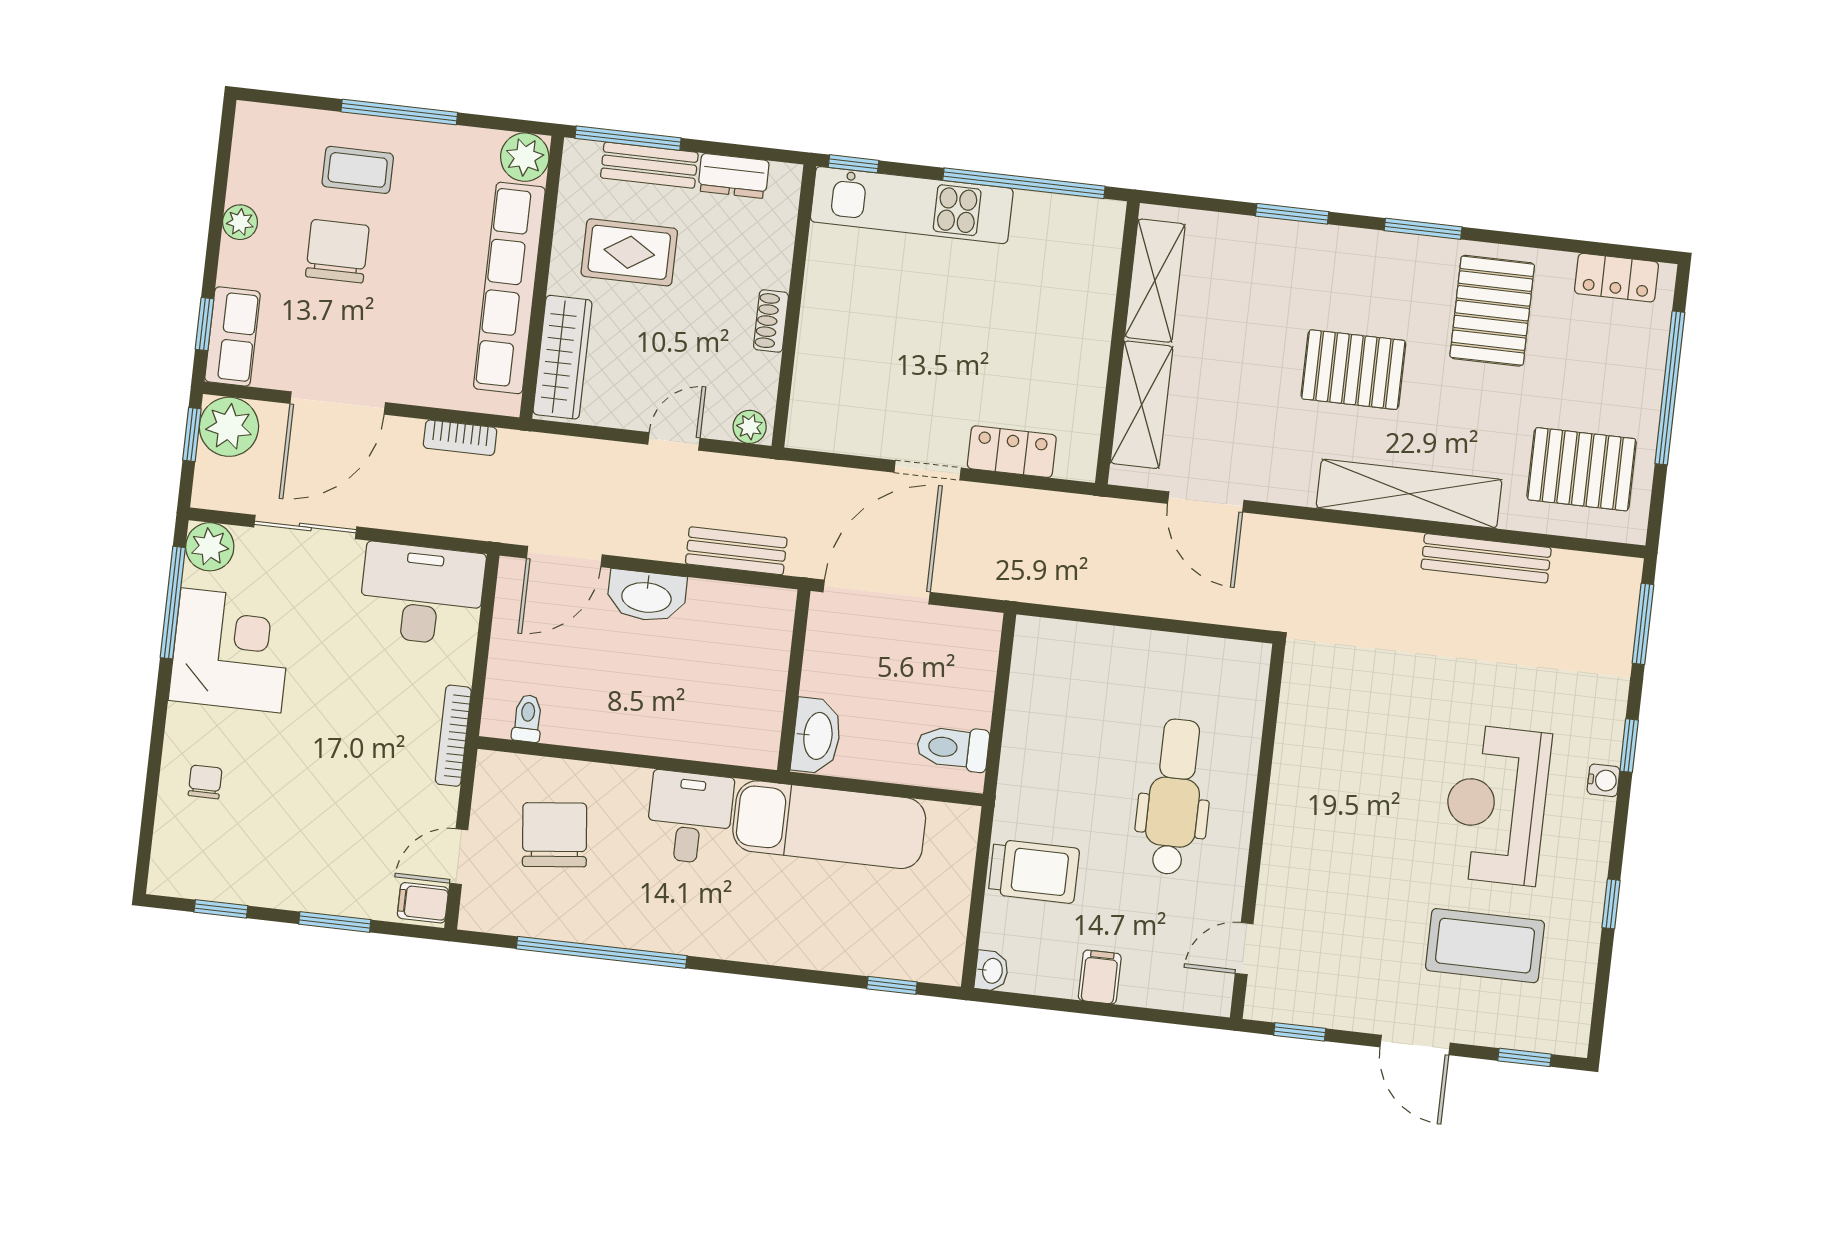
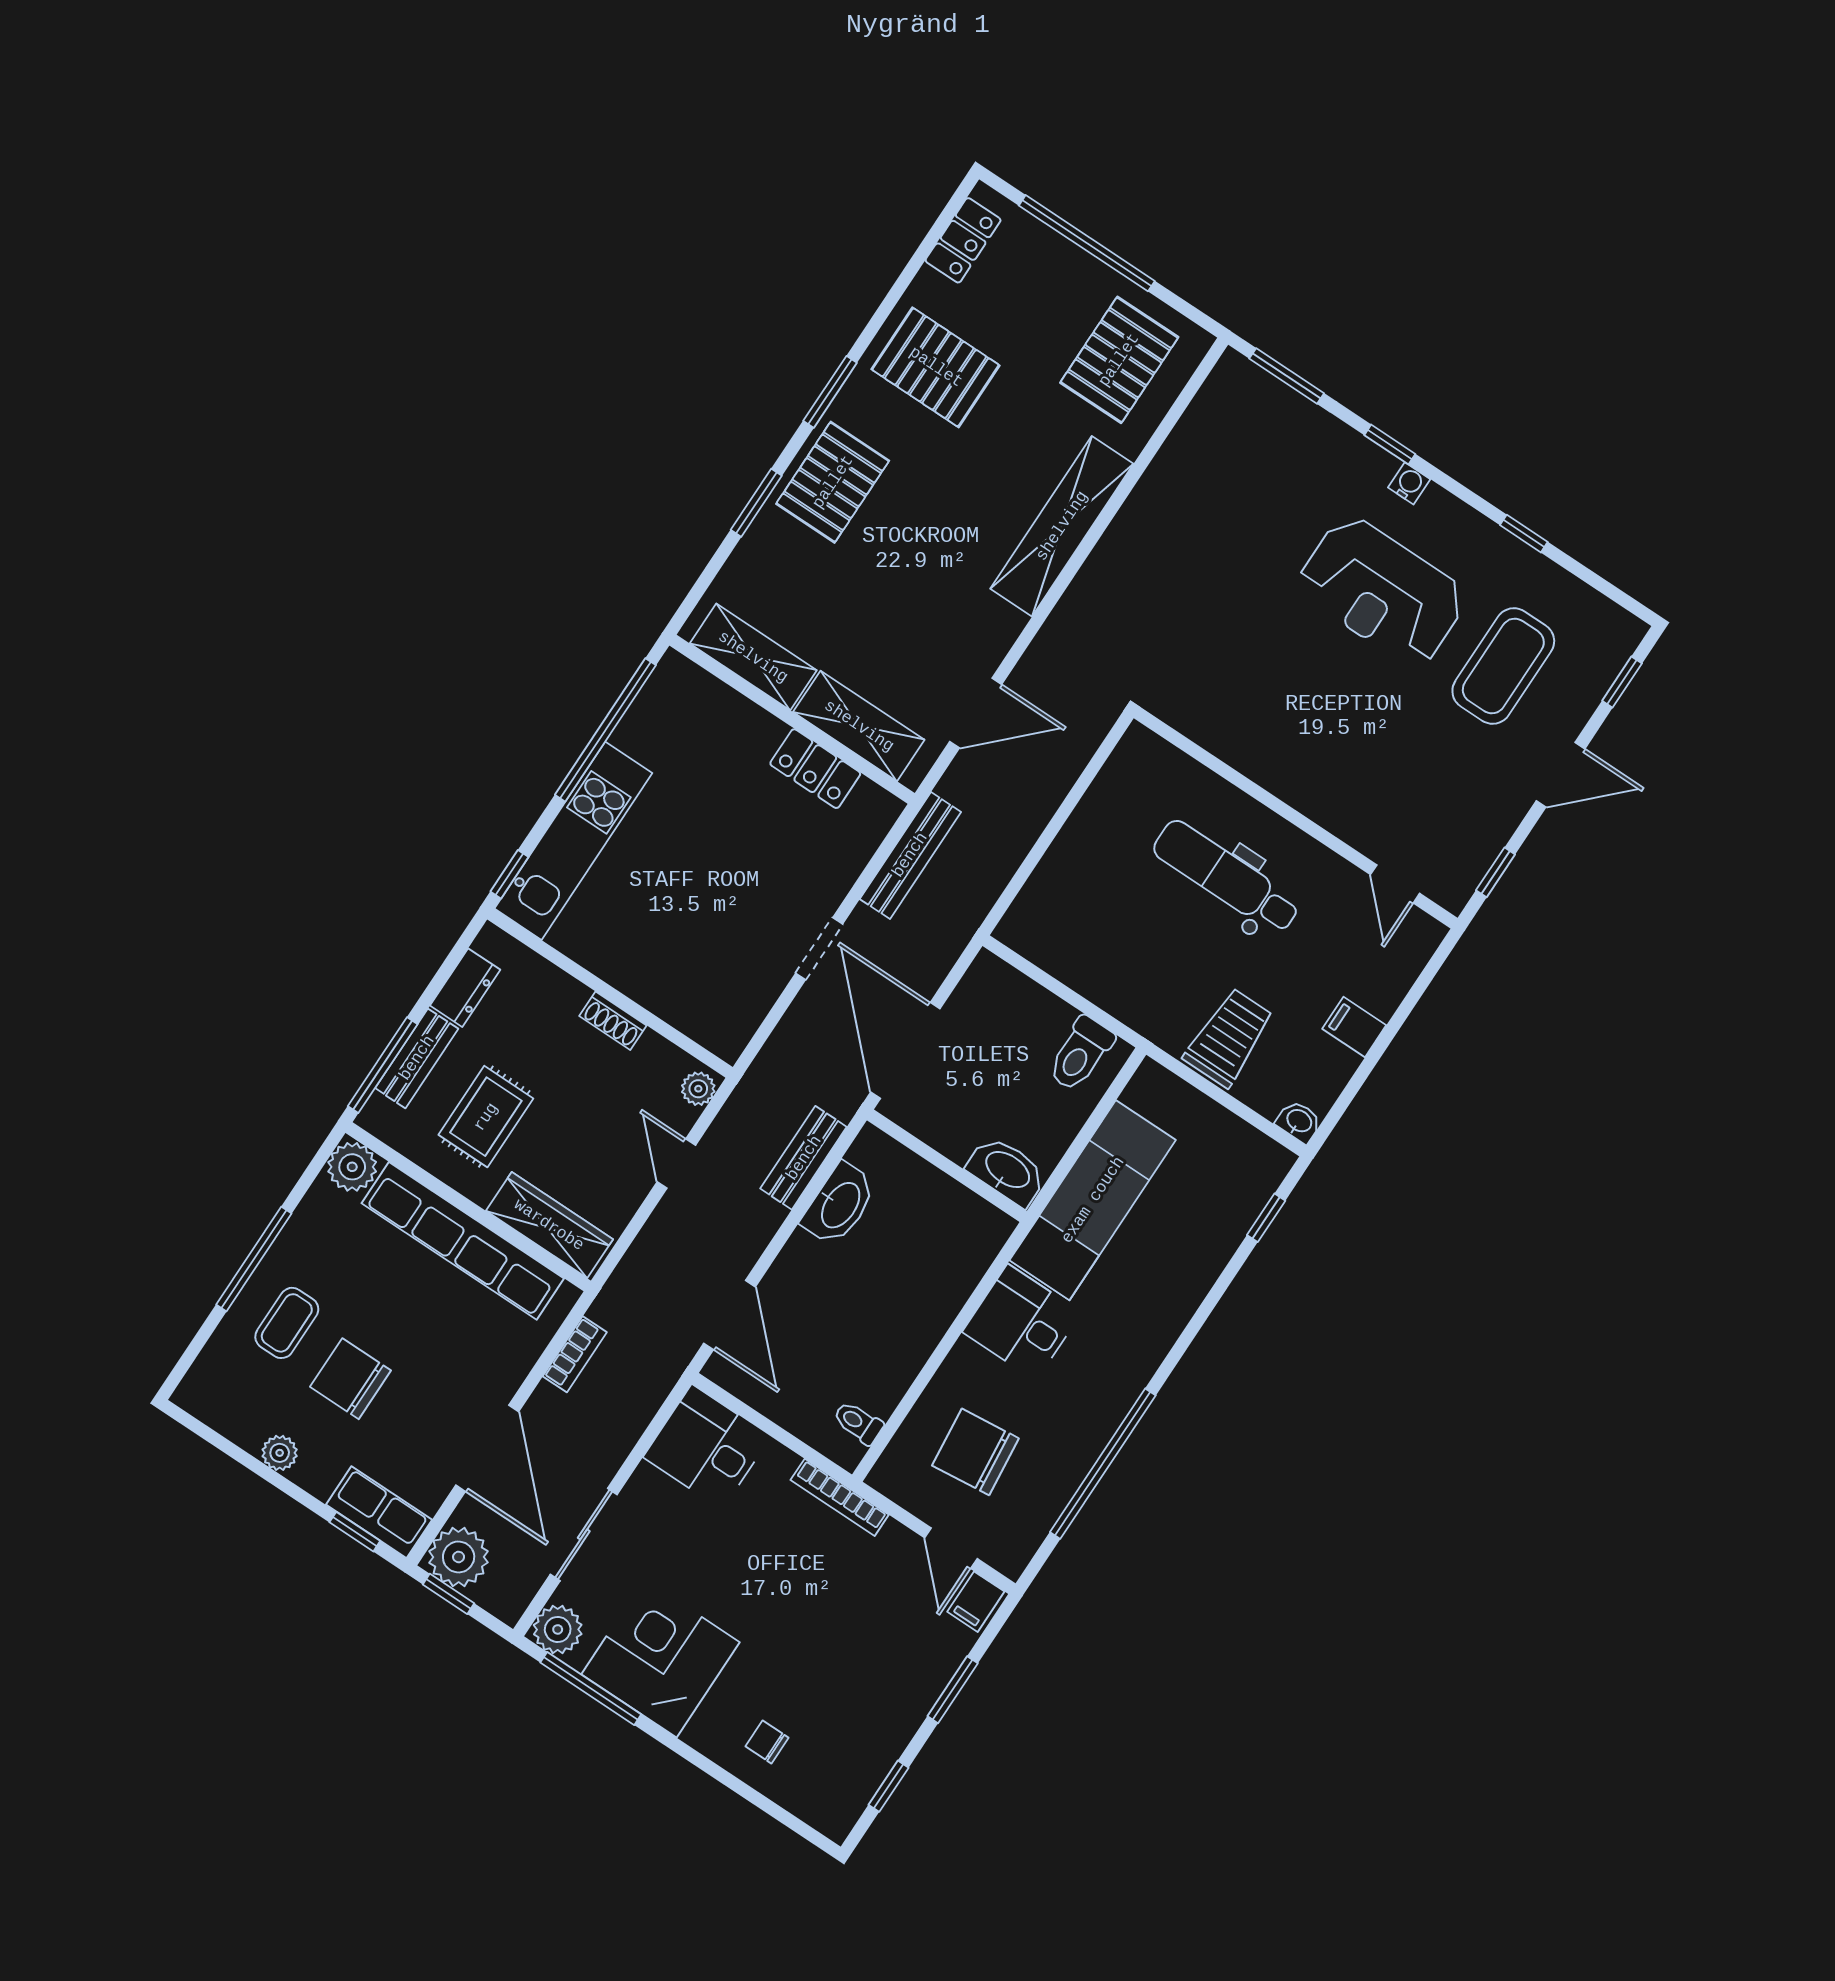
pallet: (1353, 370) -> (833, 482), moved
locker: (1012, 452) -> (815, 769), moved, turned -90
bench: (1486, 558) -> (910, 855), moved
desk: (422, 594) -> (707, 1447), width x0.73
washbasin: (647, 596) -> (840, 1204), moved

